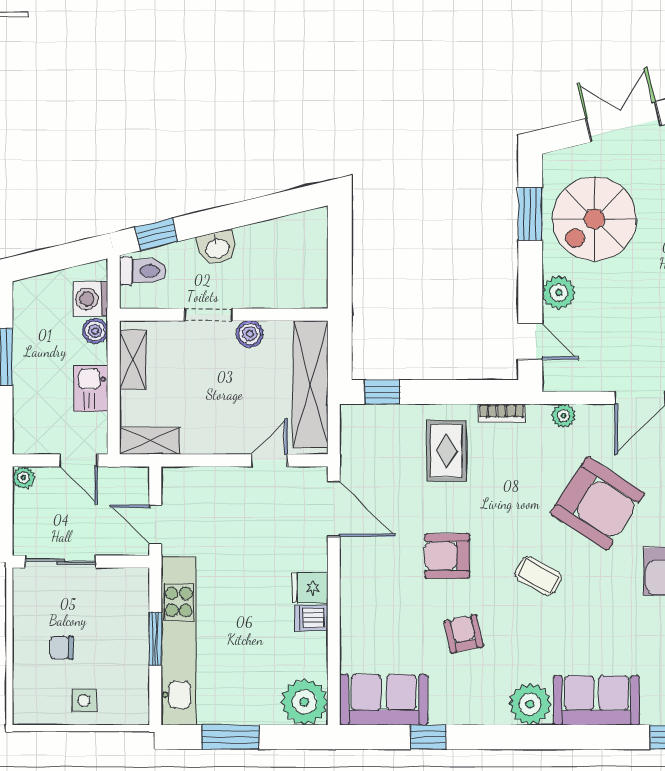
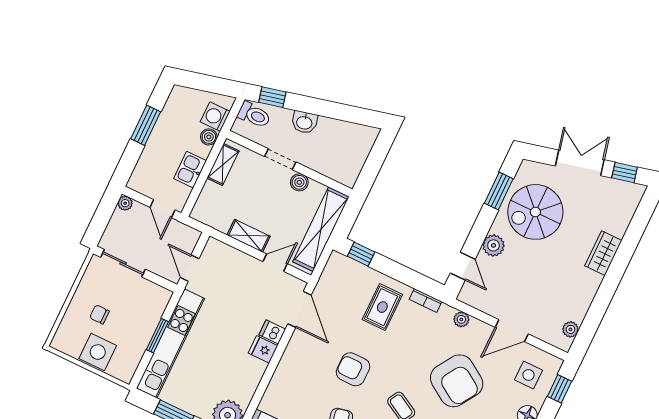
shelving: (150, 441) -> (249, 236), moved
dishwasher: (311, 618) -> (272, 332), moved
side table: (84, 701) -> (98, 352), width x1.87, depth x1.87

